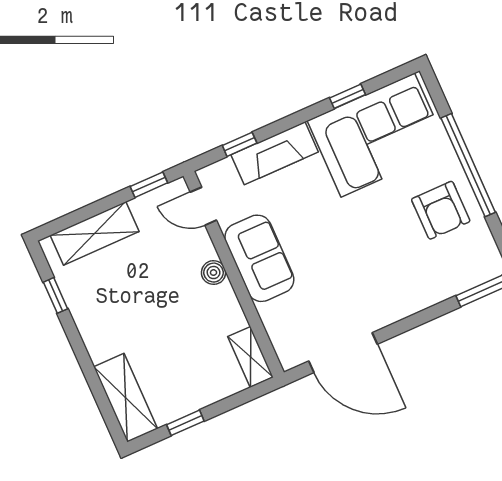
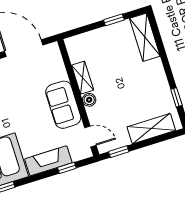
shelving: (250, 357) -> (83, 78), moved

